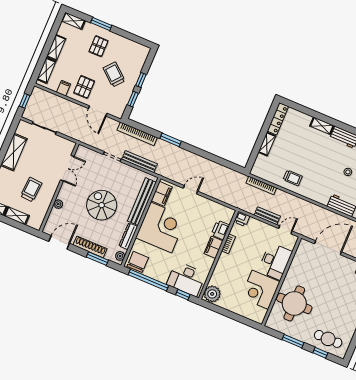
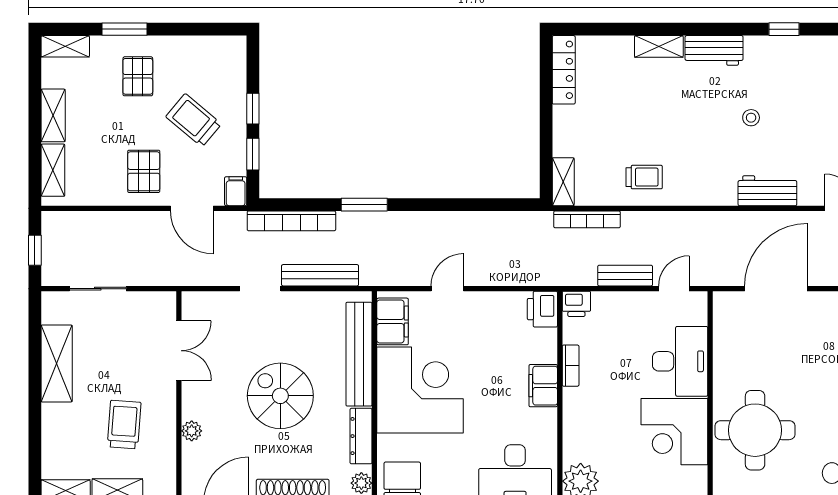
filing cabinet: (64, 88) -> (236, 191), moved
shelving: (267, 144) -> (563, 182), moved
printer: (220, 230) -> (542, 309), moved

